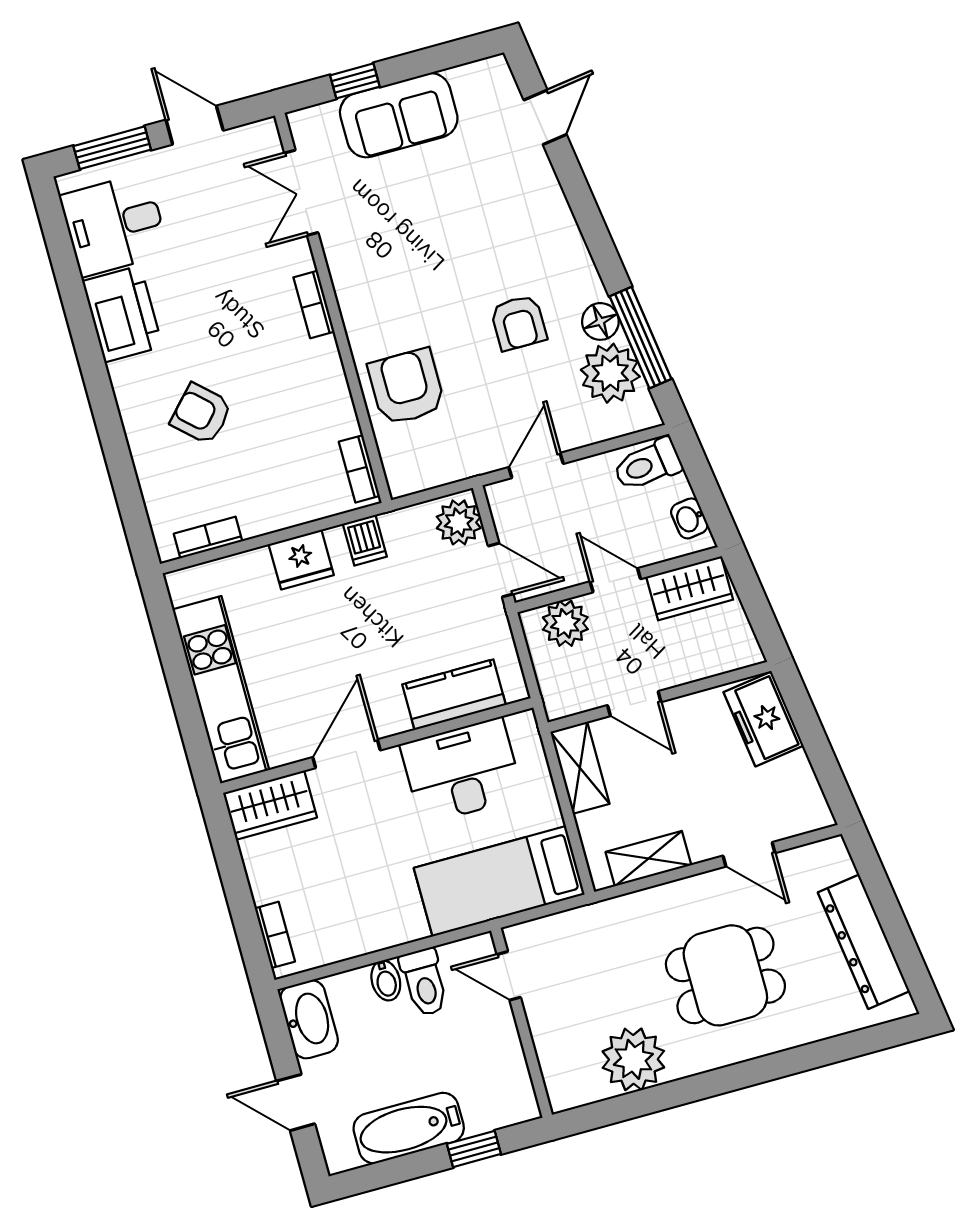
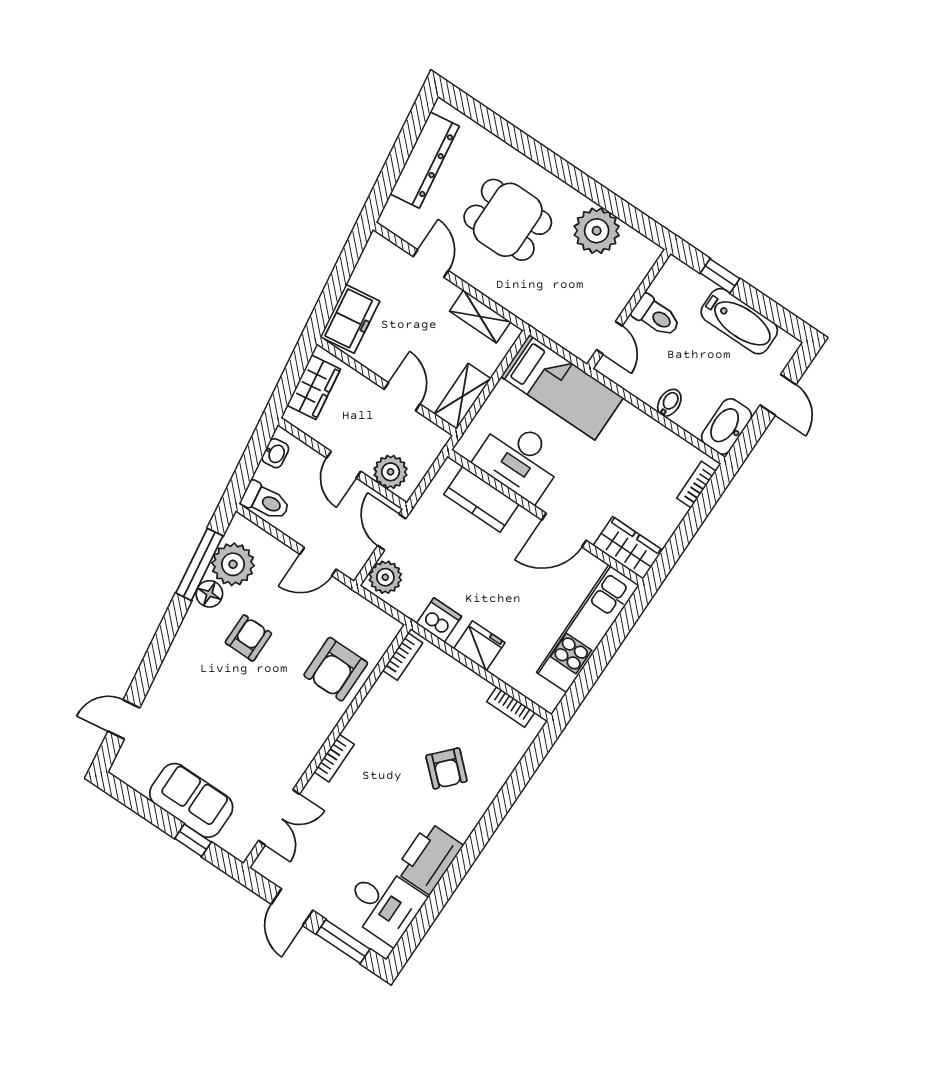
dishwasher: (365, 540) -> (439, 620), width x1.38
wardrobe: (690, 588) -> (314, 387), moved, turned 82
toilet: (424, 982) -> (656, 316), moved, turned 90

